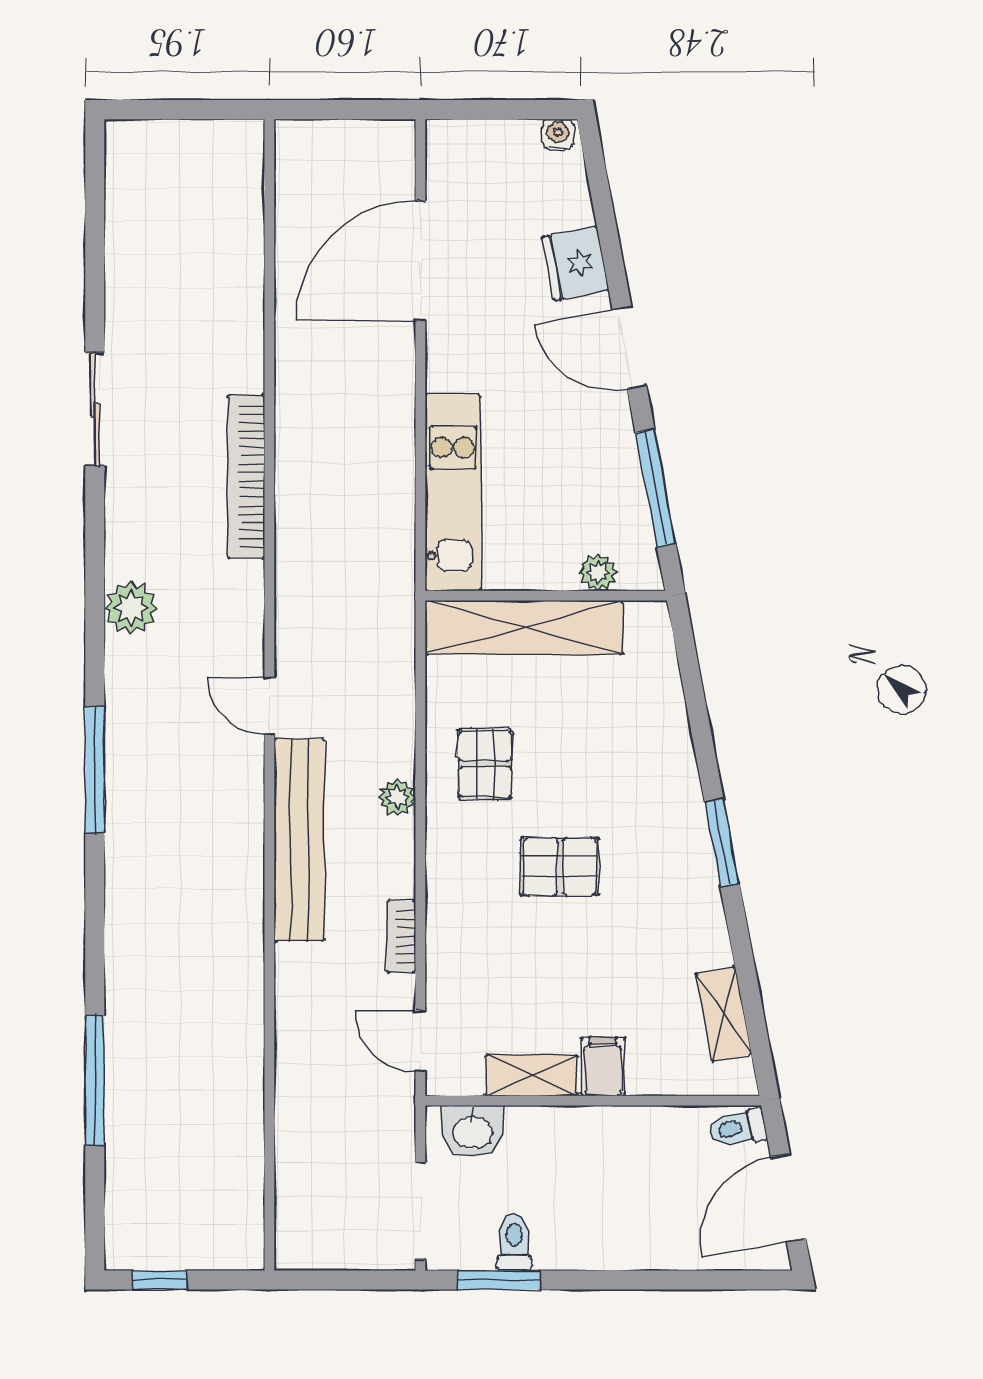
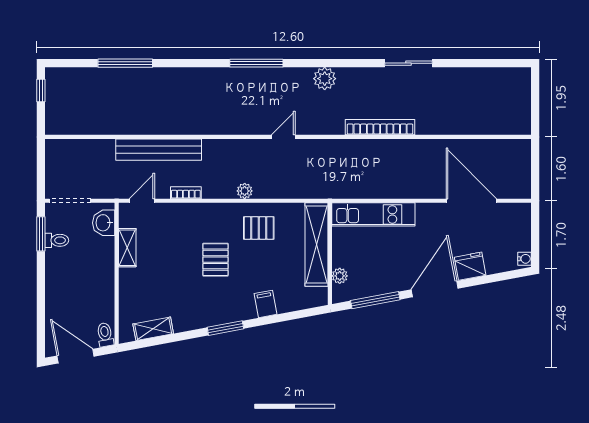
door: (629, 347) -> (435, 289), width x1.36
bench: (299, 840) -> (159, 150), moved
filing cabinet: (603, 1067) -> (265, 304), moved, turned -101

